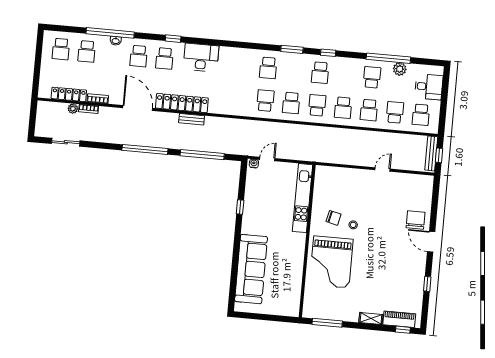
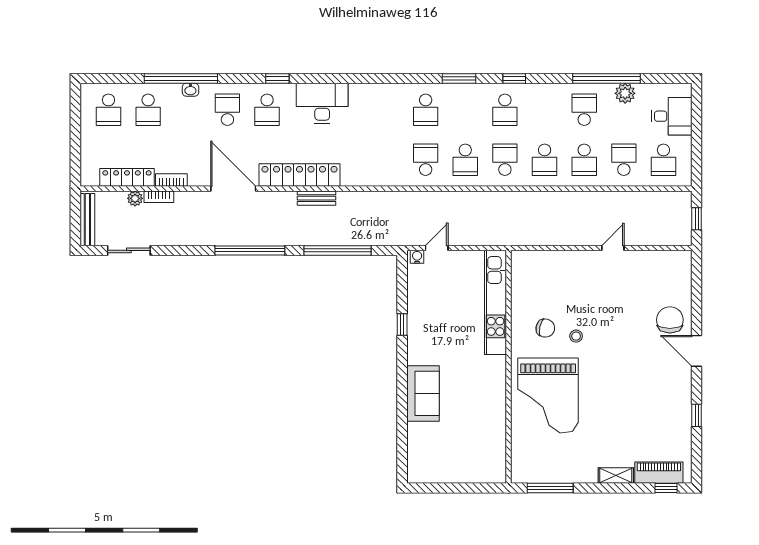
school desk: (139, 56) -> (227, 110), turned 180
bench: (431, 153) -> (87, 220), moved
sofa: (251, 269) -> (423, 393), width x0.54, depth x0.79

